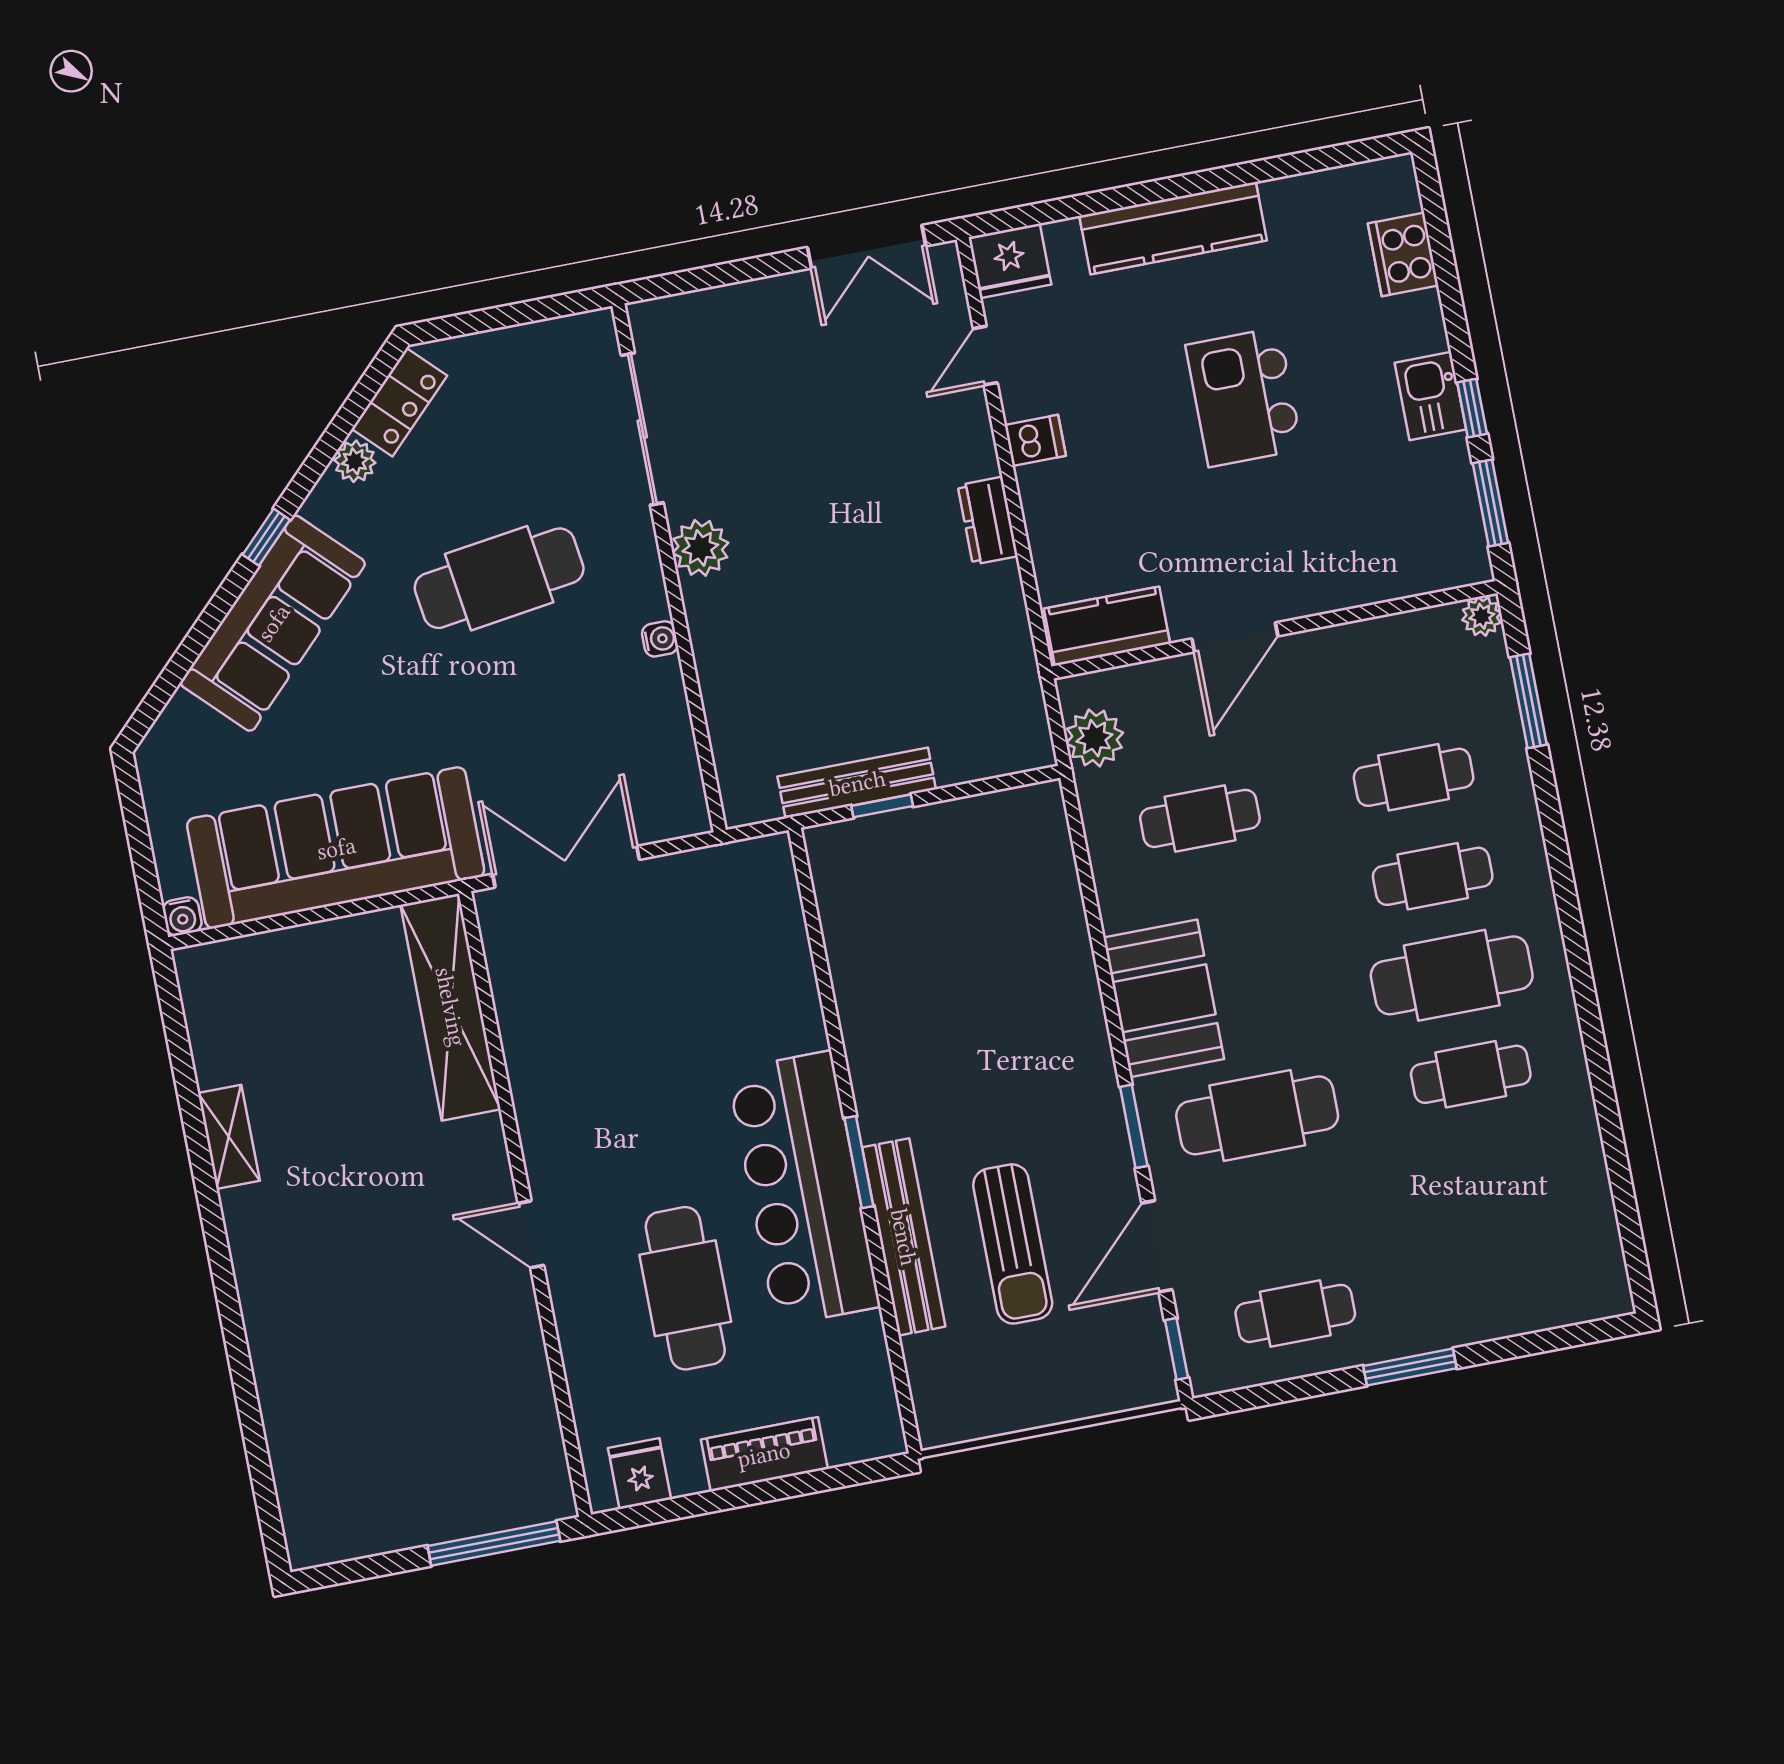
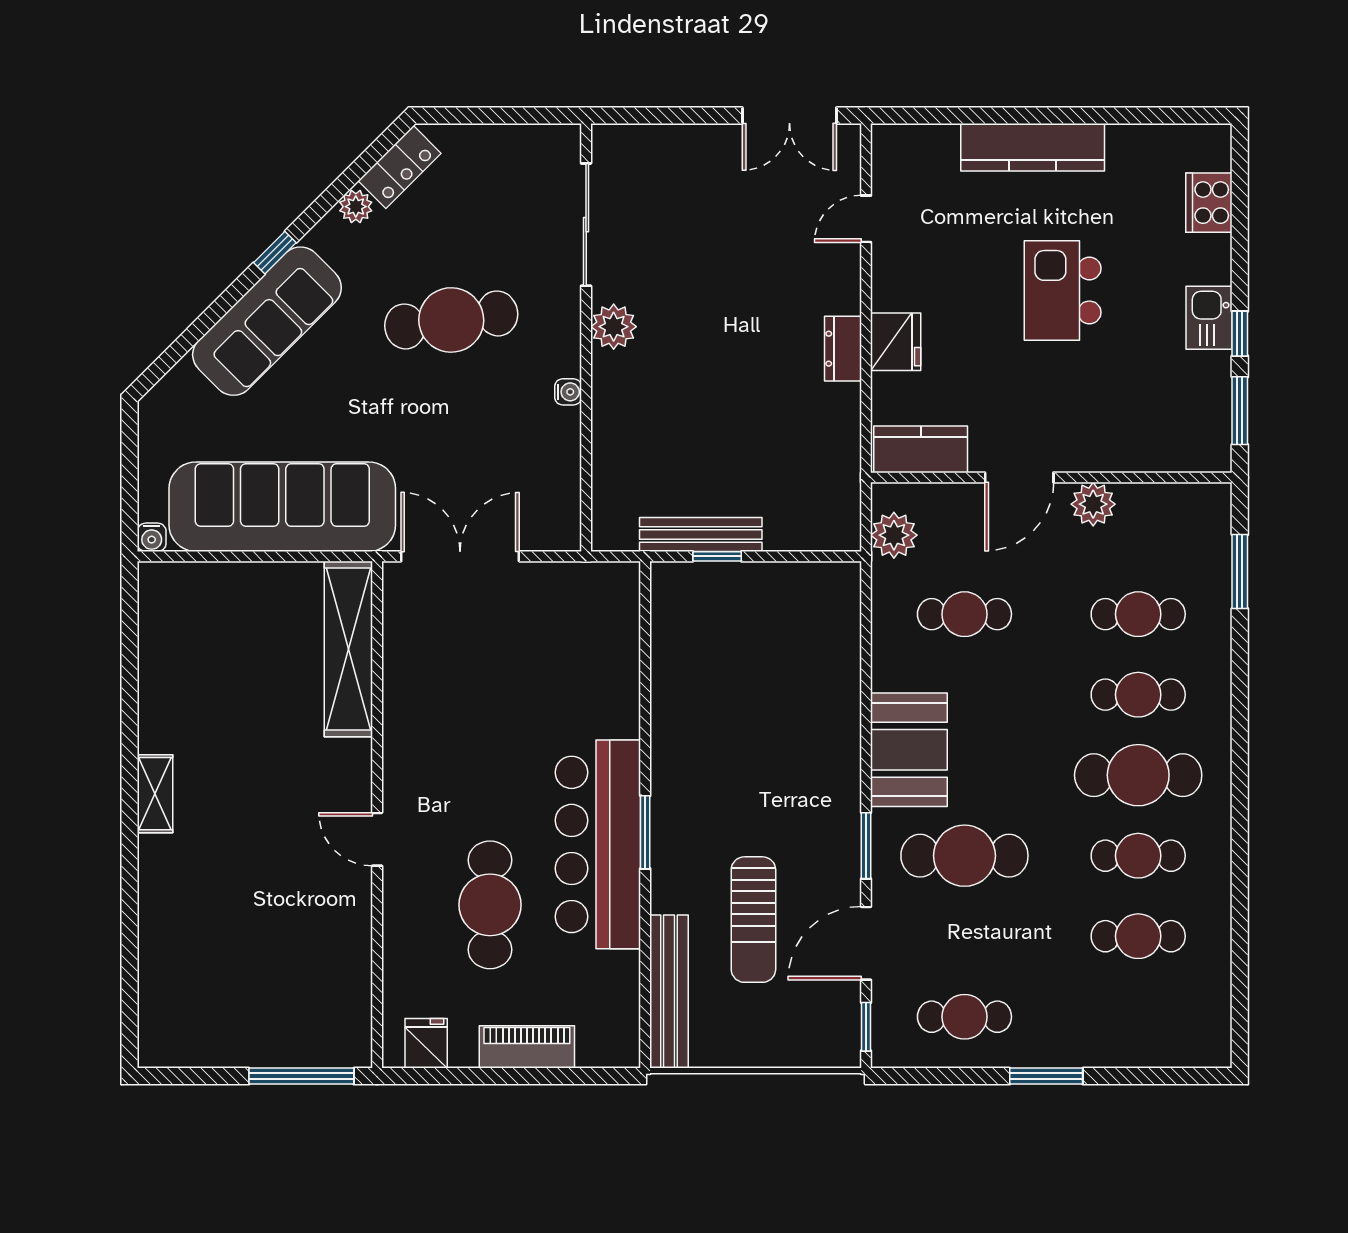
fridge: (1010, 261) -> (896, 342), moved, turned -90
dishwasher: (1035, 440) -> (892, 293), removed
plant: (1482, 616) -> (1093, 504), moved, width x1.38, depth x1.38
shelving: (229, 1137) -> (155, 794), moved
cafe table: (1490, 1173) -> (1138, 936), added
bench: (904, 1237) -> (669, 991), moved

